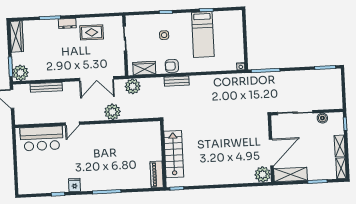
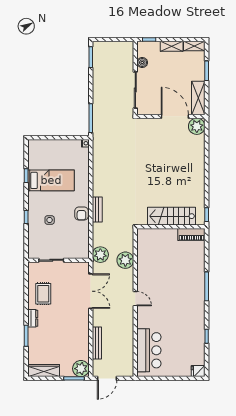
wardrobe: (144, 68) -> (82, 242), removed
plant: (112, 112) -> (125, 260), moved
door: (72, 124) -> (135, 299), moved
fridge: (74, 185) -> (198, 371), moved

